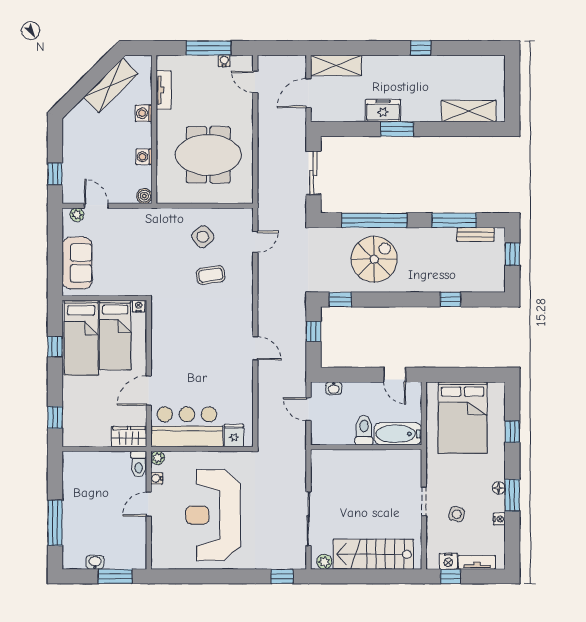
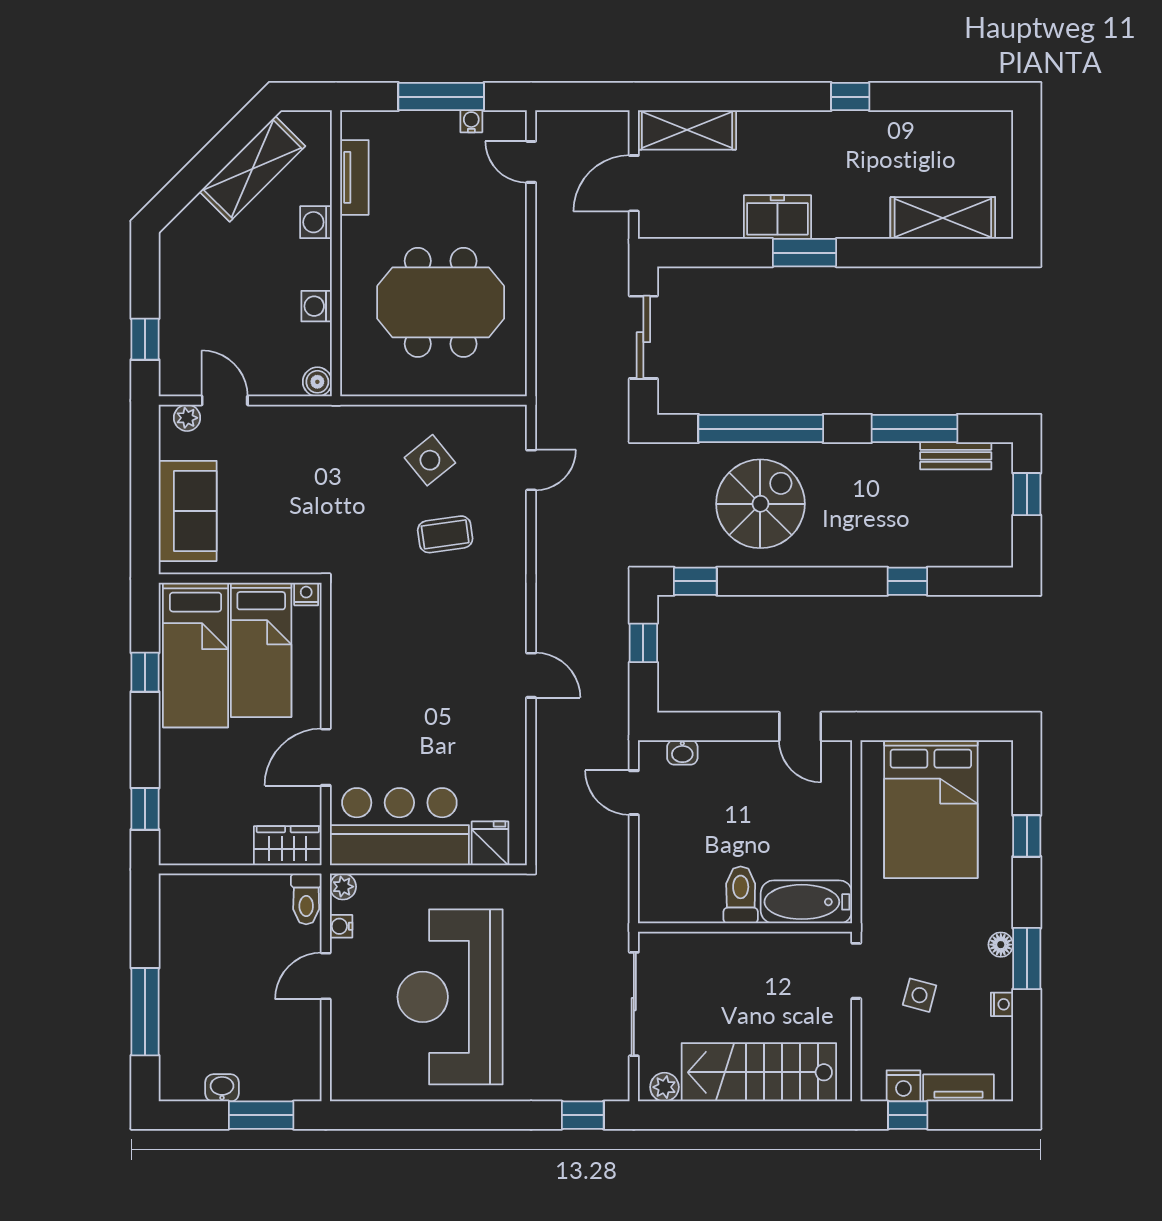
toilet: (364, 430) -> (741, 895), moved
bathtub: (398, 434) -> (806, 902), moved
wall: (366, 447) -> (745, 928), moved

